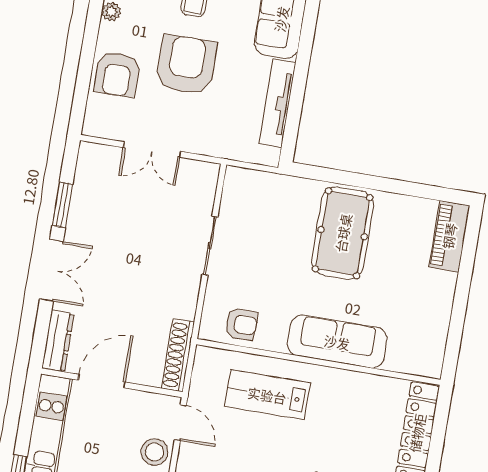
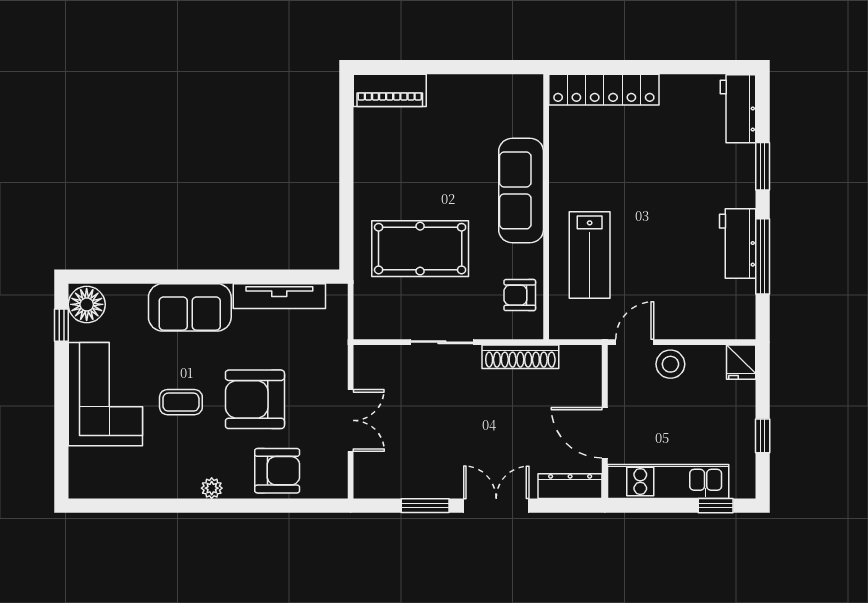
pool table: (343, 233) -> (420, 249), moved
armchair: (241, 324) -> (520, 295), turned -90
shoe rack: (178, 355) -> (520, 357), moved

